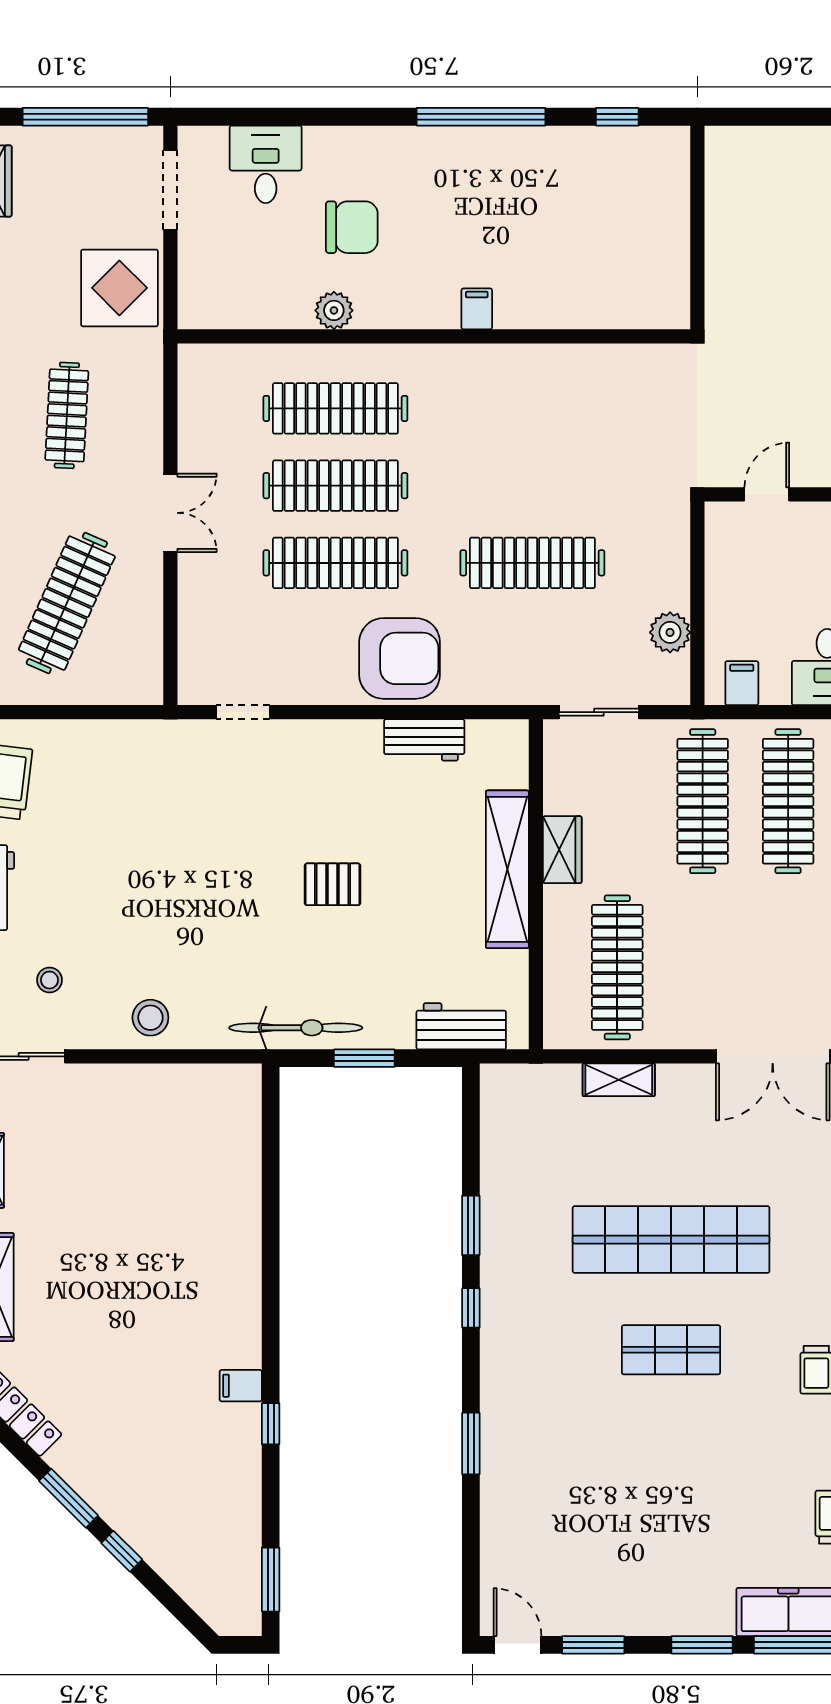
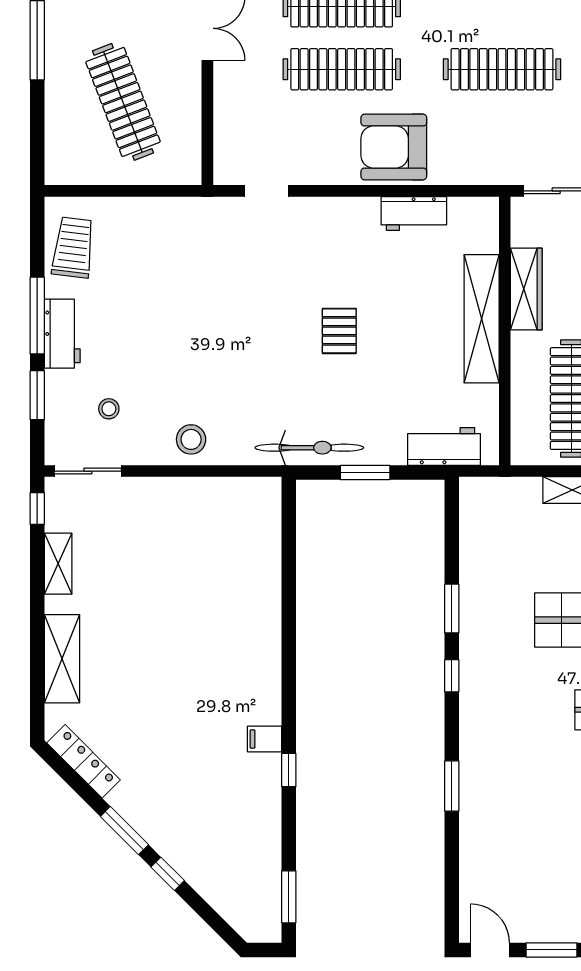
clothes rail: (67, 603) -> (123, 102), turned -45
armchair: (400, 658) -> (394, 147), turned 180
wardrobe: (562, 850) -> (526, 289), width x1.50
pallet: (333, 884) -> (339, 331), turned 90

